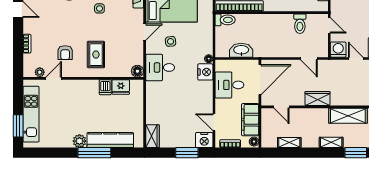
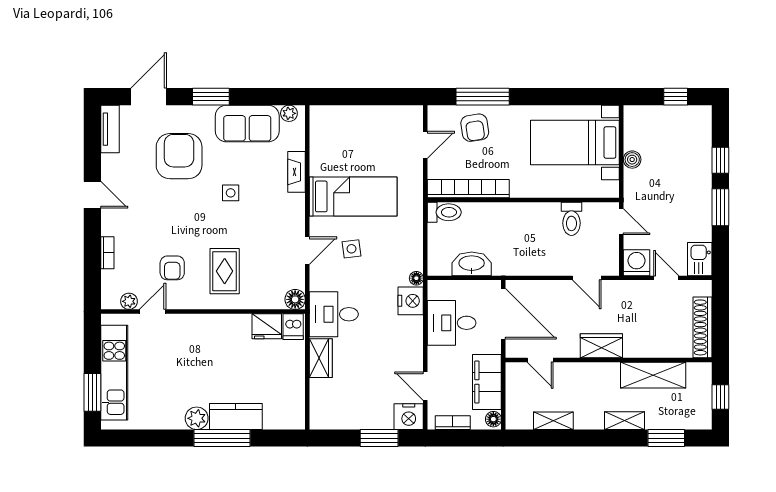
door: (145, 32) -> (307, 251), moved
desk: (160, 67) -> (334, 314), moved
door: (260, 80) -> (503, 314), hinge flipped
dishwasher: (105, 87) -> (293, 327), moved
wardrobe: (153, 136) -> (321, 358), moved
kitchen counter: (110, 140) -> (236, 417), width x0.67

